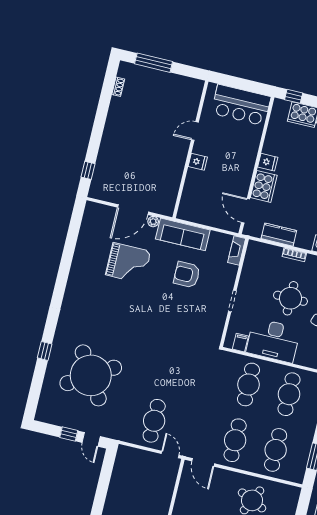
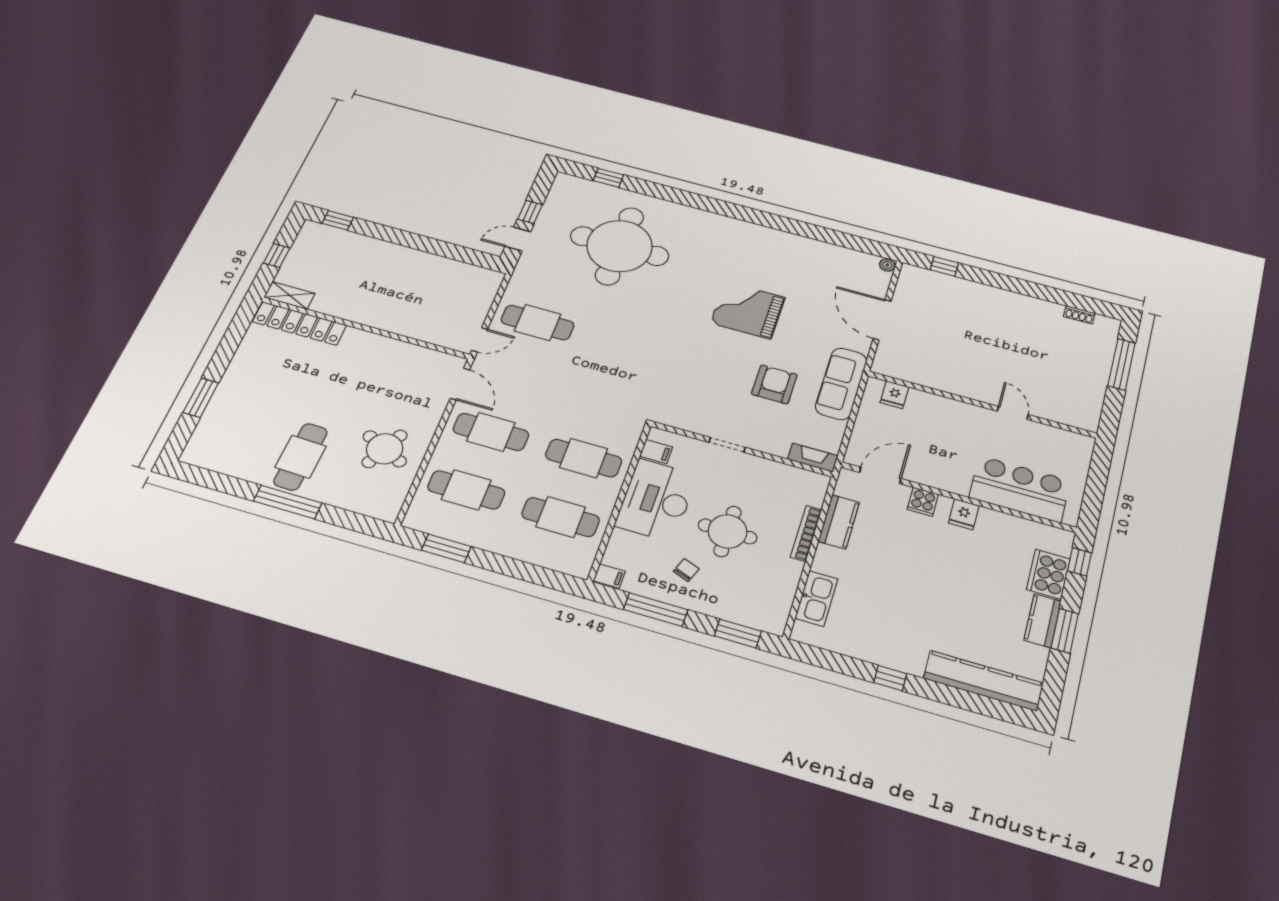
bar counter: (241, 105) -> (1020, 489), moved, turned 90
fridge: (198, 162) -> (894, 395), moved
cooker: (264, 186) -> (923, 502), width x0.53, depth x0.76
plant: (153, 222) -> (887, 265), moved
bookcase: (294, 255) -> (806, 533), width x1.56
grand piano: (128, 263) -> (748, 310), moved, turned 90
window: (45, 351) -> (608, 178), moved
round table: (91, 375) -> (620, 246), turned 32
door: (203, 462) -> (460, 384), swing flipped

